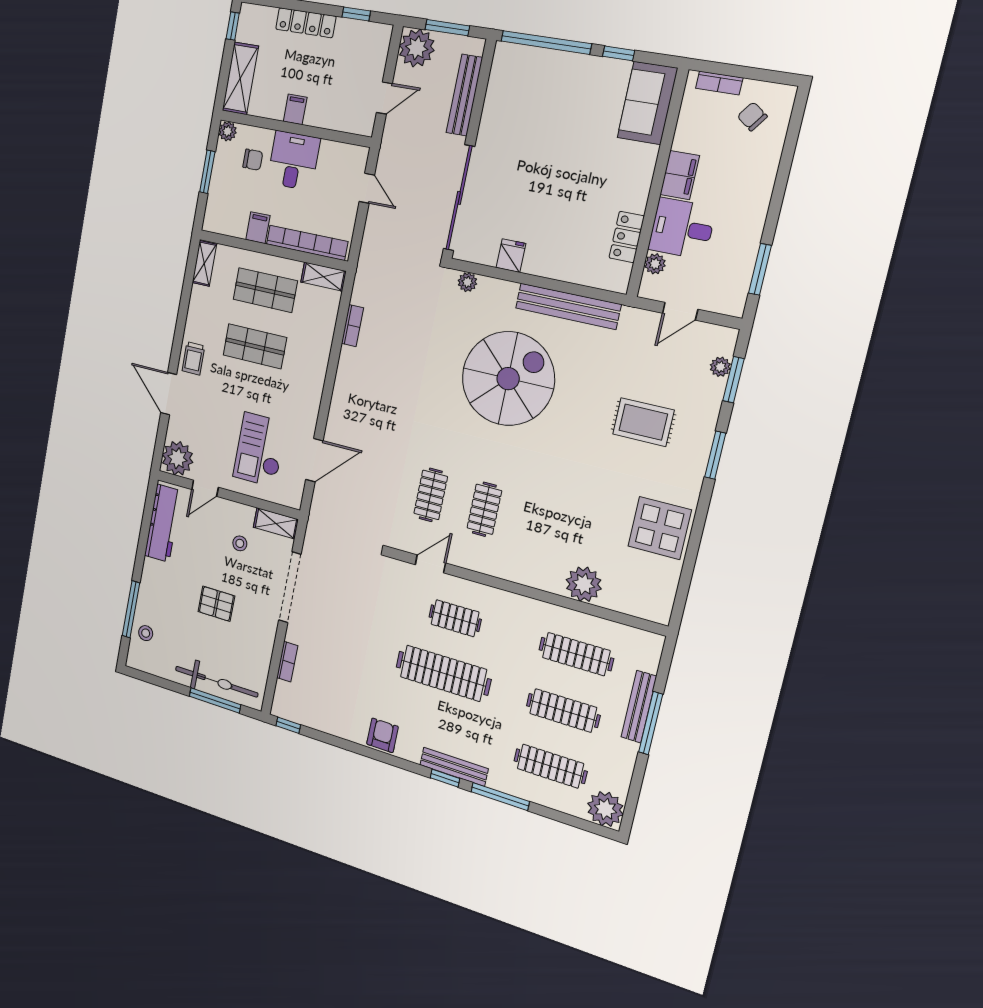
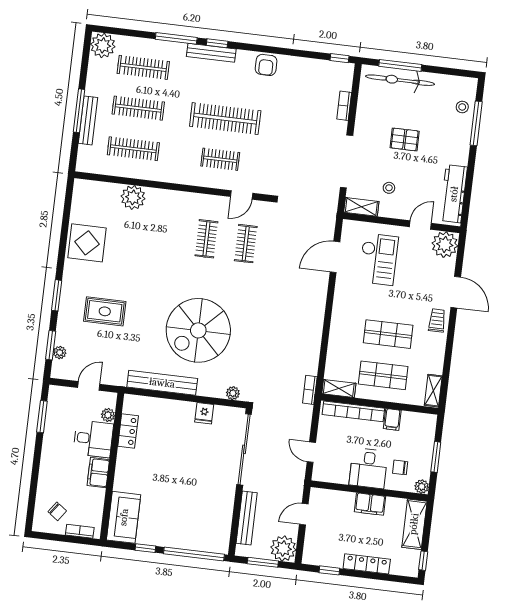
filing cabinet: (295, 109) -> (370, 504), width x2.00
bookcase: (352, 326) -> (310, 390), moved

